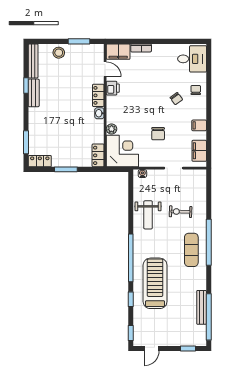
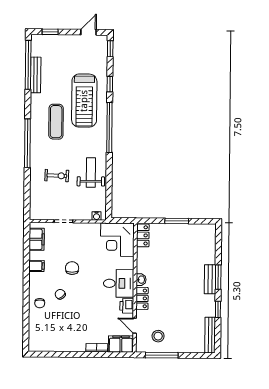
window: (79, 41) -> (162, 355), width x1.44
stool: (59, 53) -> (158, 336), moved
desk: (192, 59) -> (119, 283), moved, turned 180
bench: (34, 93) -> (210, 279), moved
plant: (112, 129) -> (128, 263), removed
chair: (158, 134) -> (72, 268), moved
window: (26, 142) -> (218, 277), moved
locker: (40, 161) -> (204, 230), removed
exercise mat: (191, 250) -> (56, 122), moved

